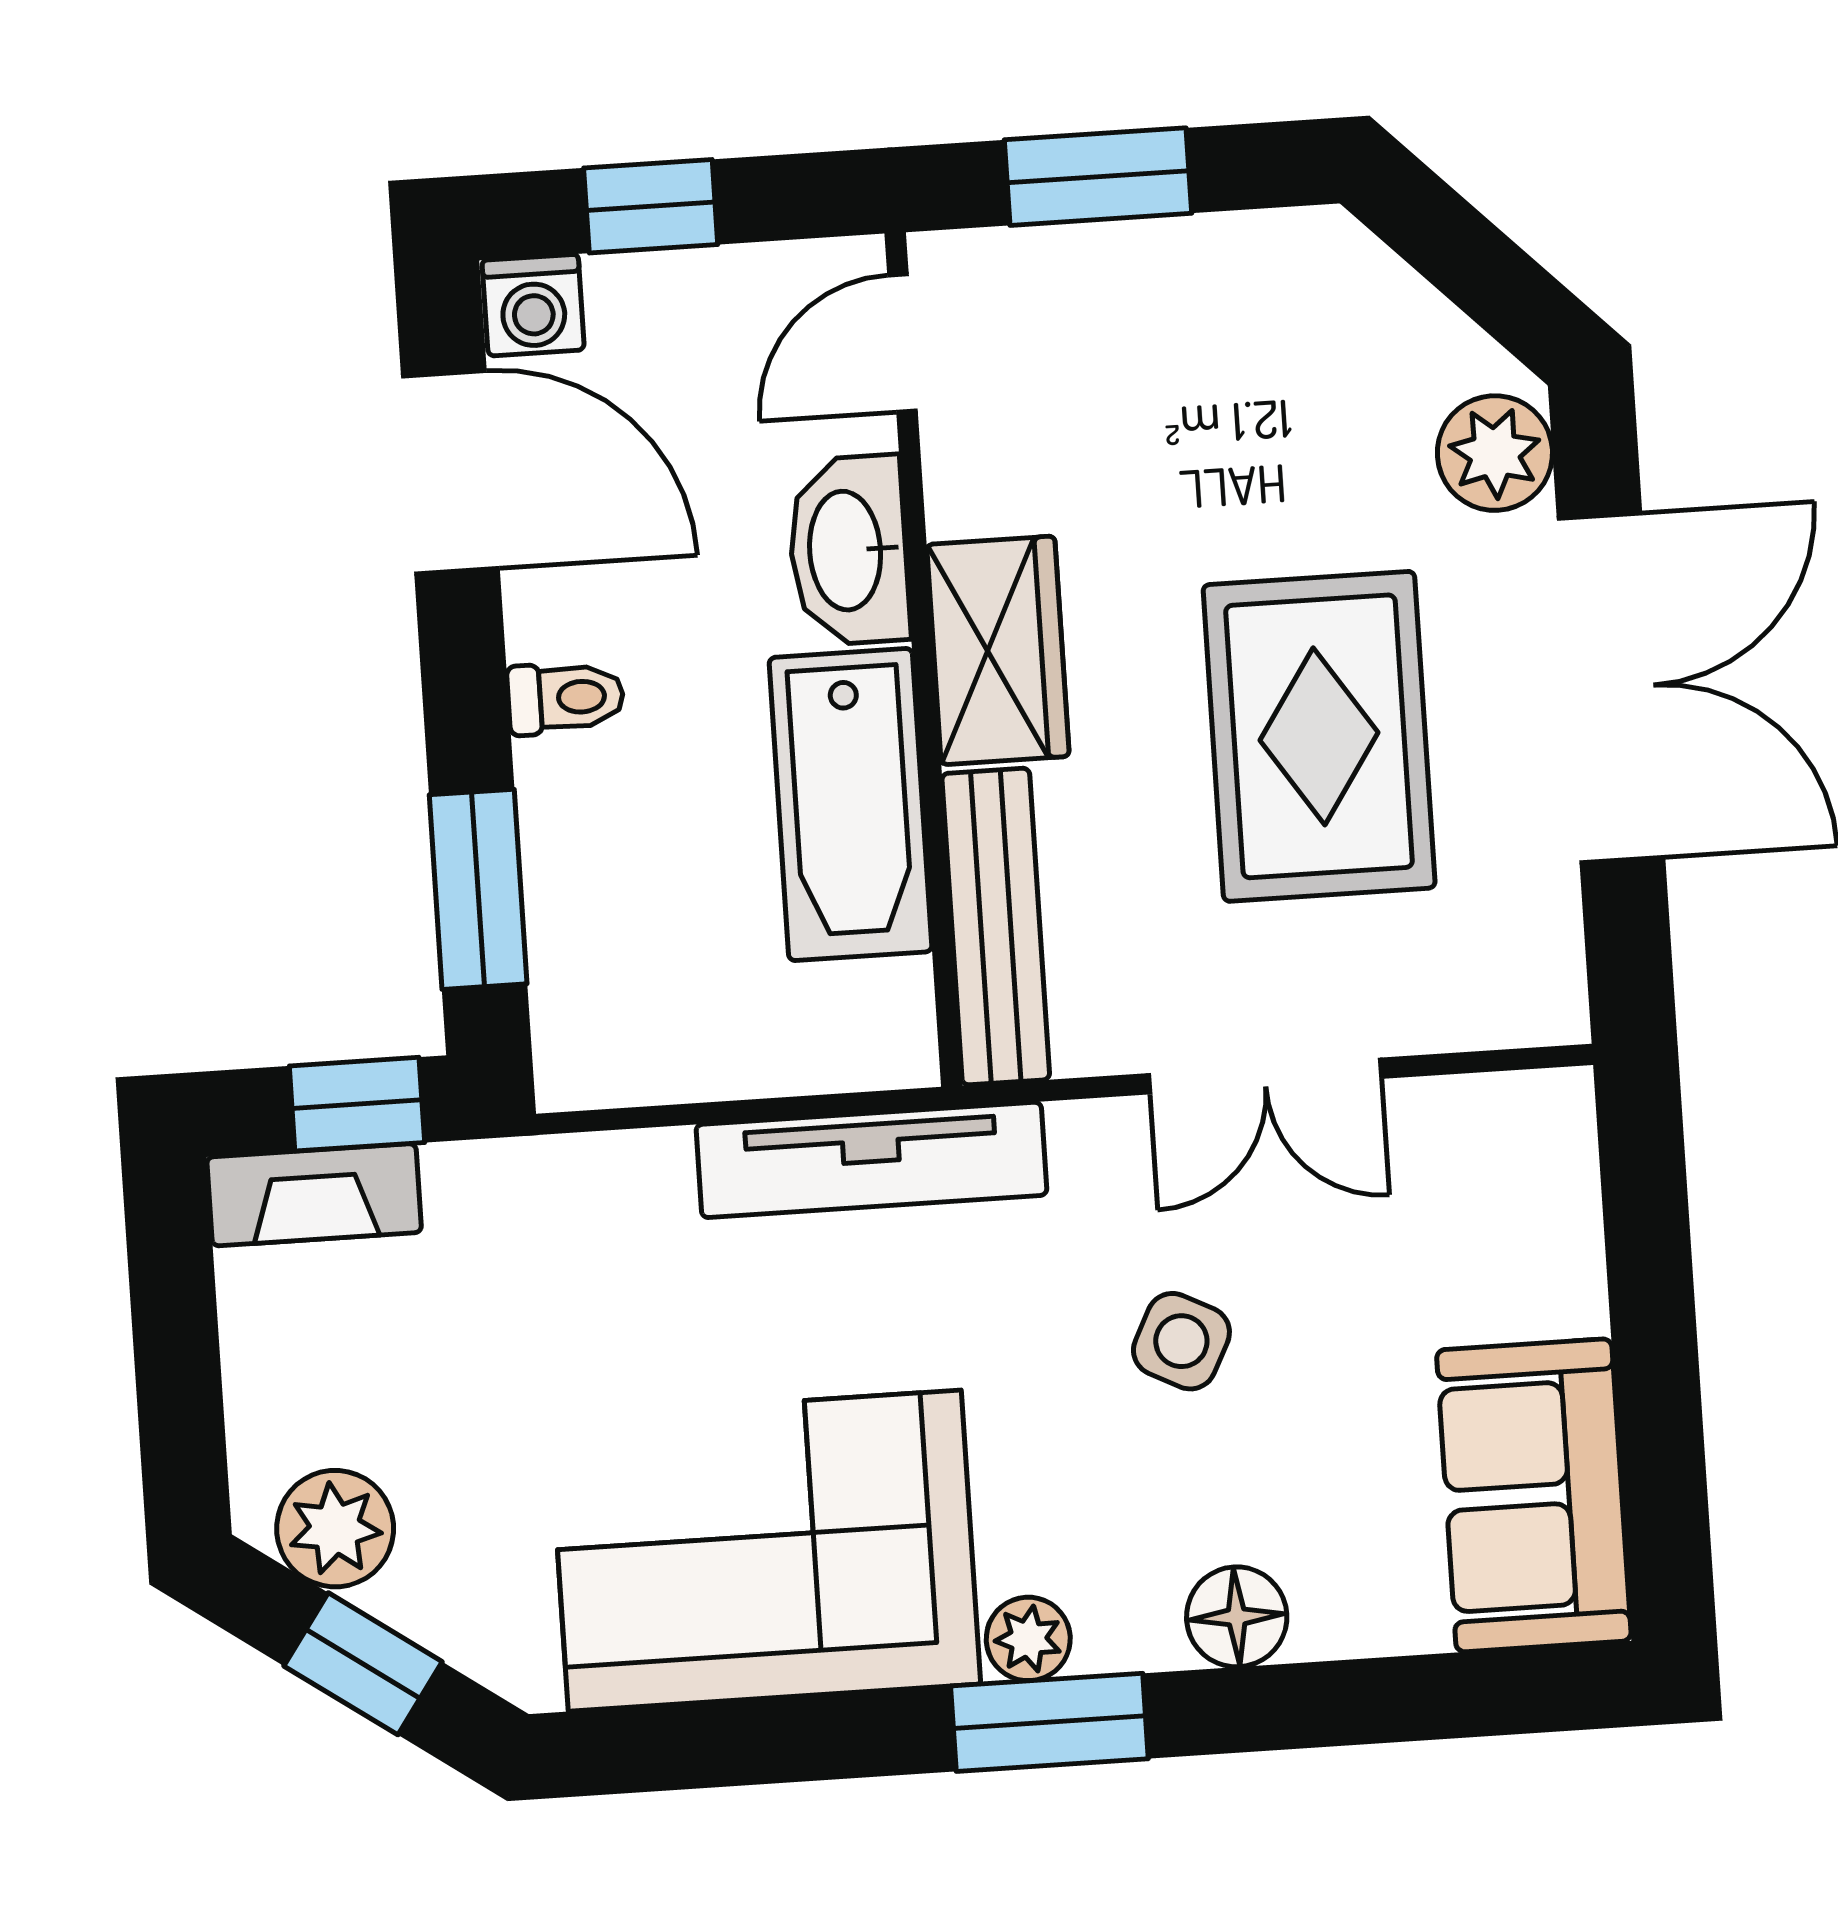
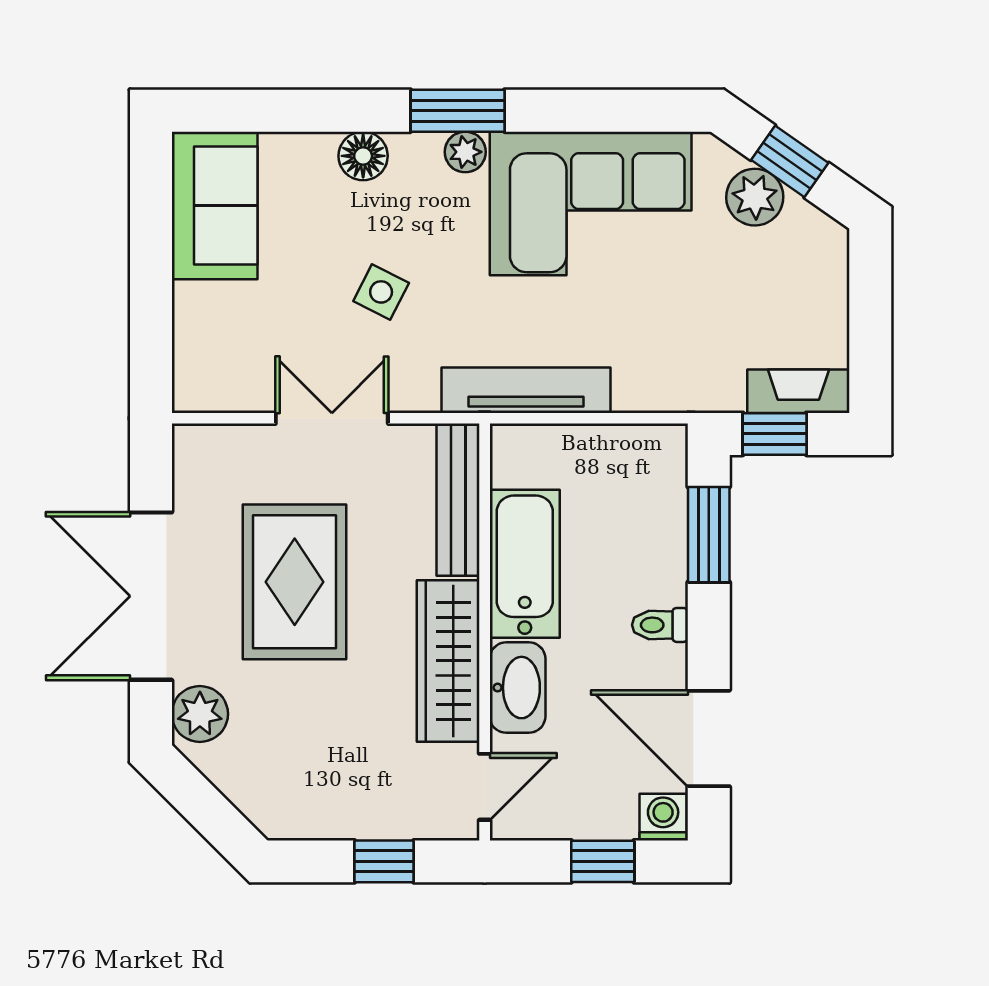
window: (1098, 177) -> (384, 861), width x0.67
wardrobe: (998, 650) -> (448, 661), width x1.50
plant: (335, 1529) -> (755, 197), moved

